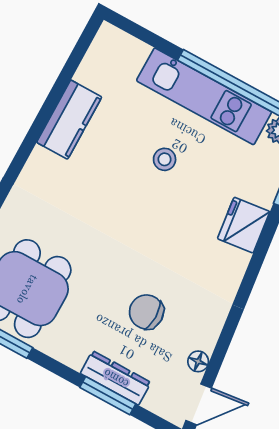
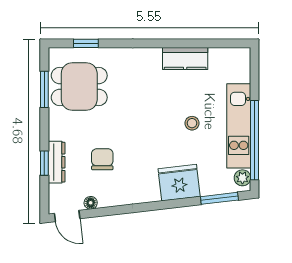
fridge: (244, 225) -> (179, 183), width x1.36, depth x1.34
window: (108, 396) -> (44, 163), width x0.67

